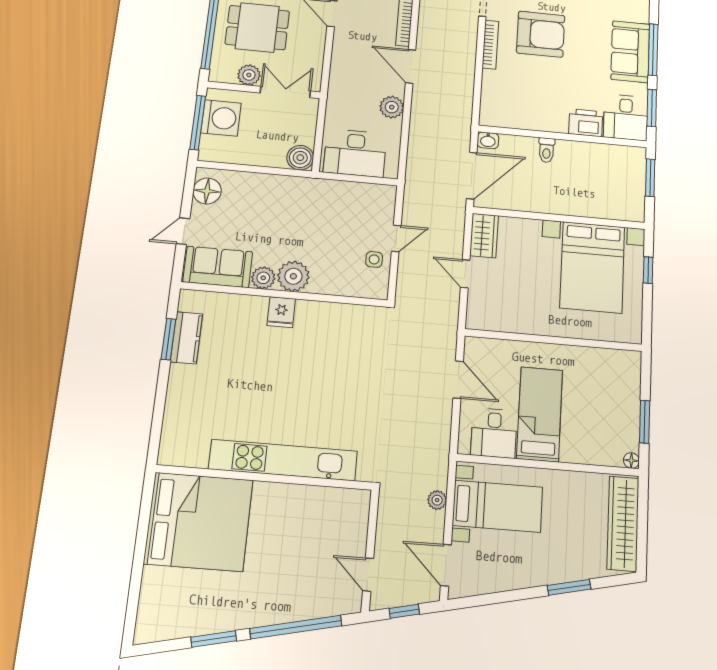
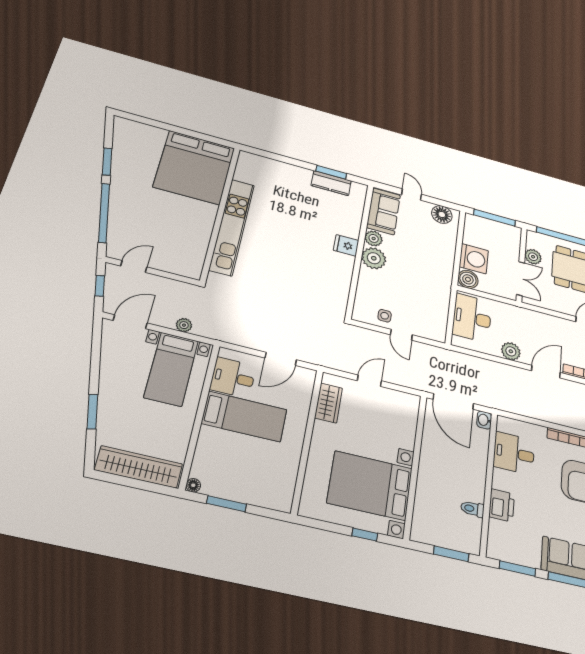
desk: (626, 117) -> (514, 453), moved
washing machine: (221, 118) -> (474, 259), moved, turned -90
toilet: (547, 150) -> (472, 509), moved
wardrobe: (484, 236) -> (329, 403), moved, turned -90

